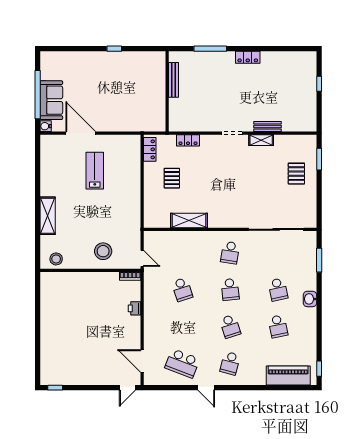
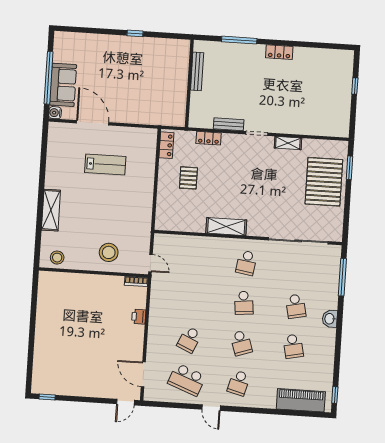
bench: (267, 126) -> (229, 124), moved
lab bench: (95, 171) -> (105, 164), turned 90
pallet: (296, 174) -> (324, 182), width x2.05, depth x2.00
shelving: (189, 220) -> (226, 227), moved
window: (319, 260) -> (342, 277), width x1.44
school desk: (182, 289) -> (189, 340), moved, turned 42

